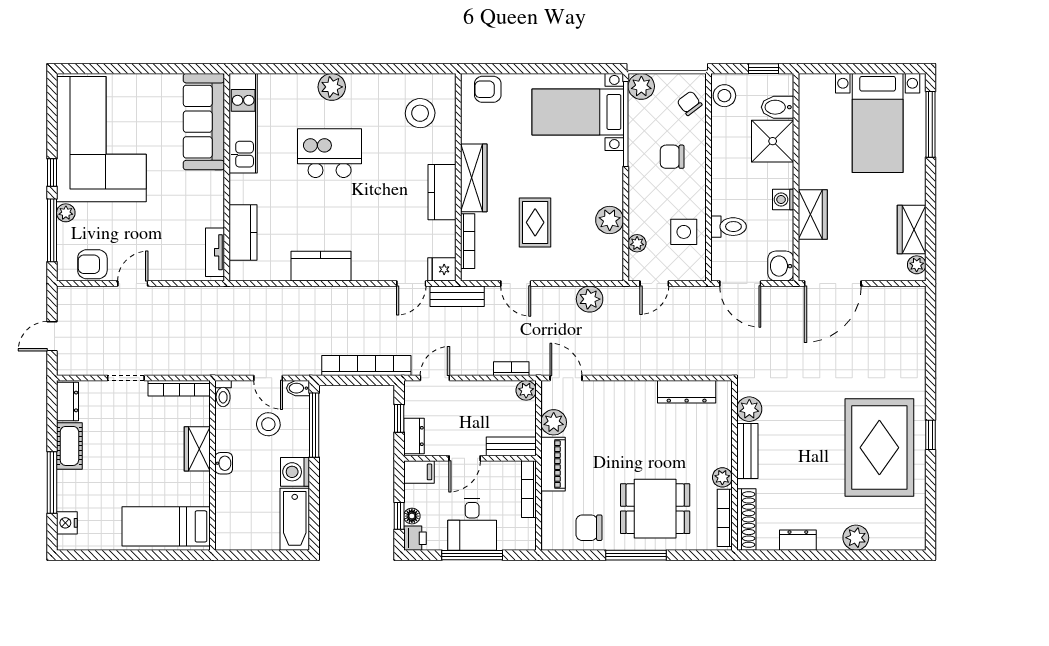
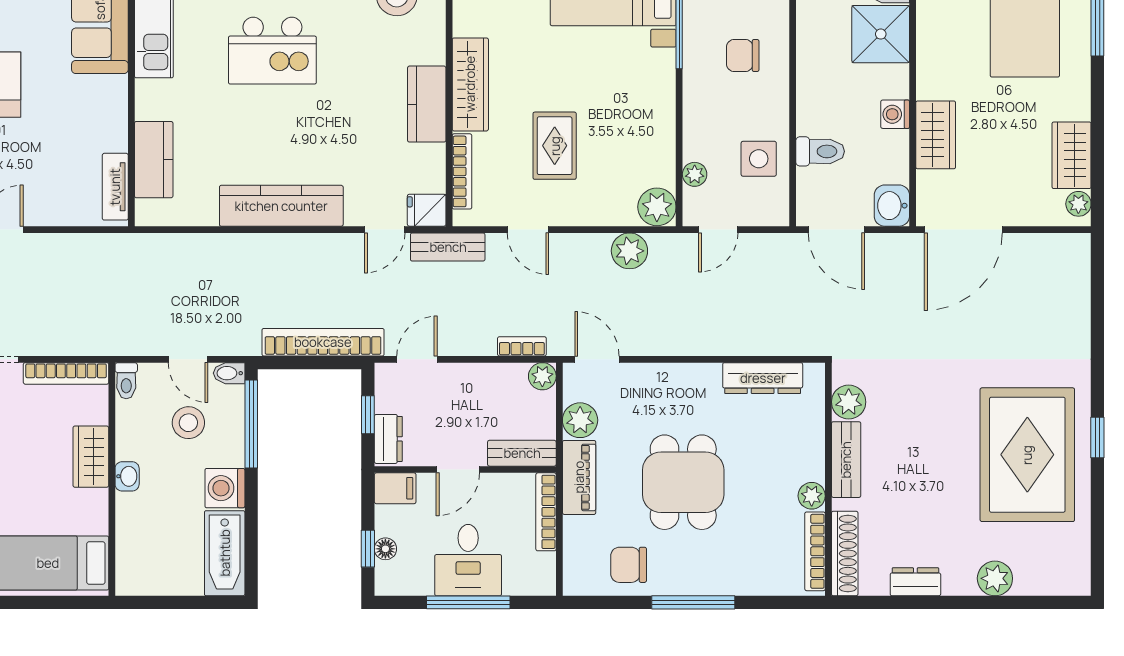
kitchen island: (330, 153) -> (272, 51), turned 180
plant: (610, 220) -> (657, 207), moved
kitchen counter: (321, 266) -> (281, 206), width x1.50
dining table: (655, 509) -> (683, 482), moved, turned 90
printer: (415, 538) -> (390, 579), removed

